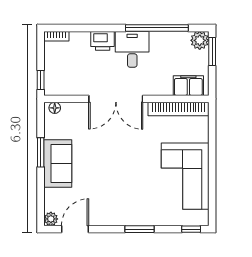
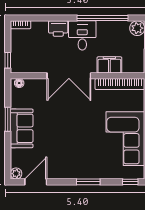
filing cabinet: (188, 86) -> (109, 65), moved

